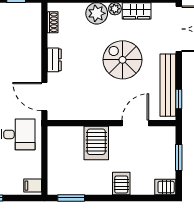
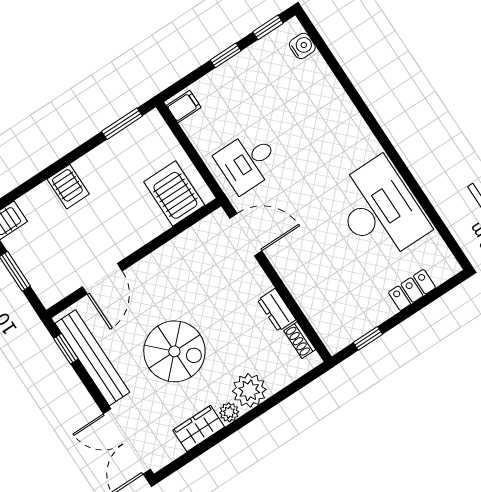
dresser: (54, 60) -> (277, 310), moved
server rack: (96, 143) -> (174, 194), moved

